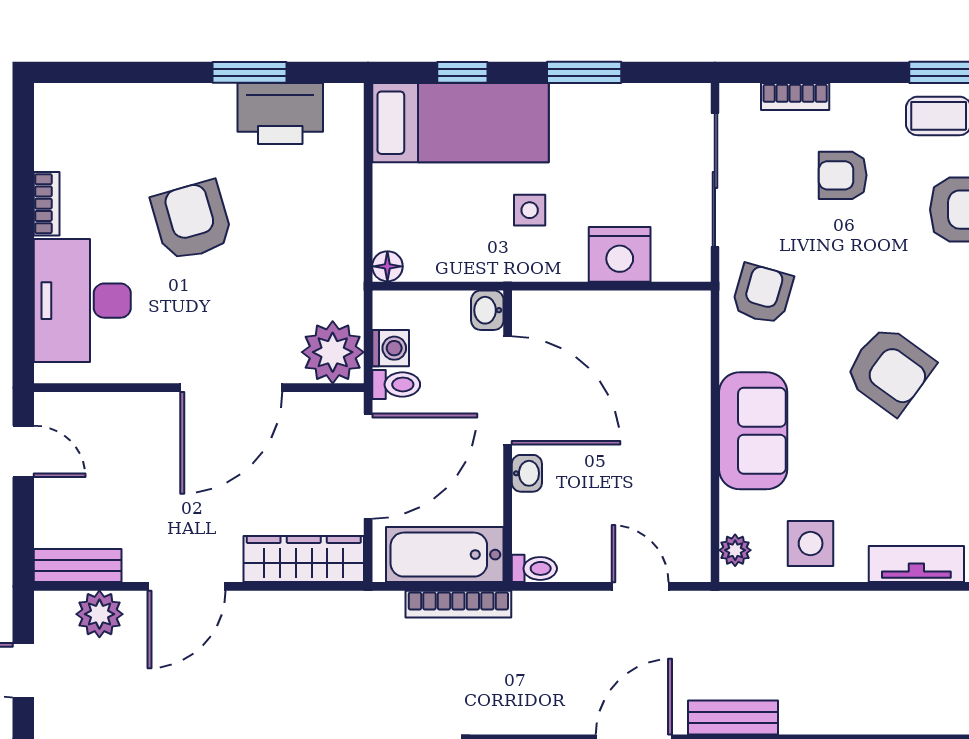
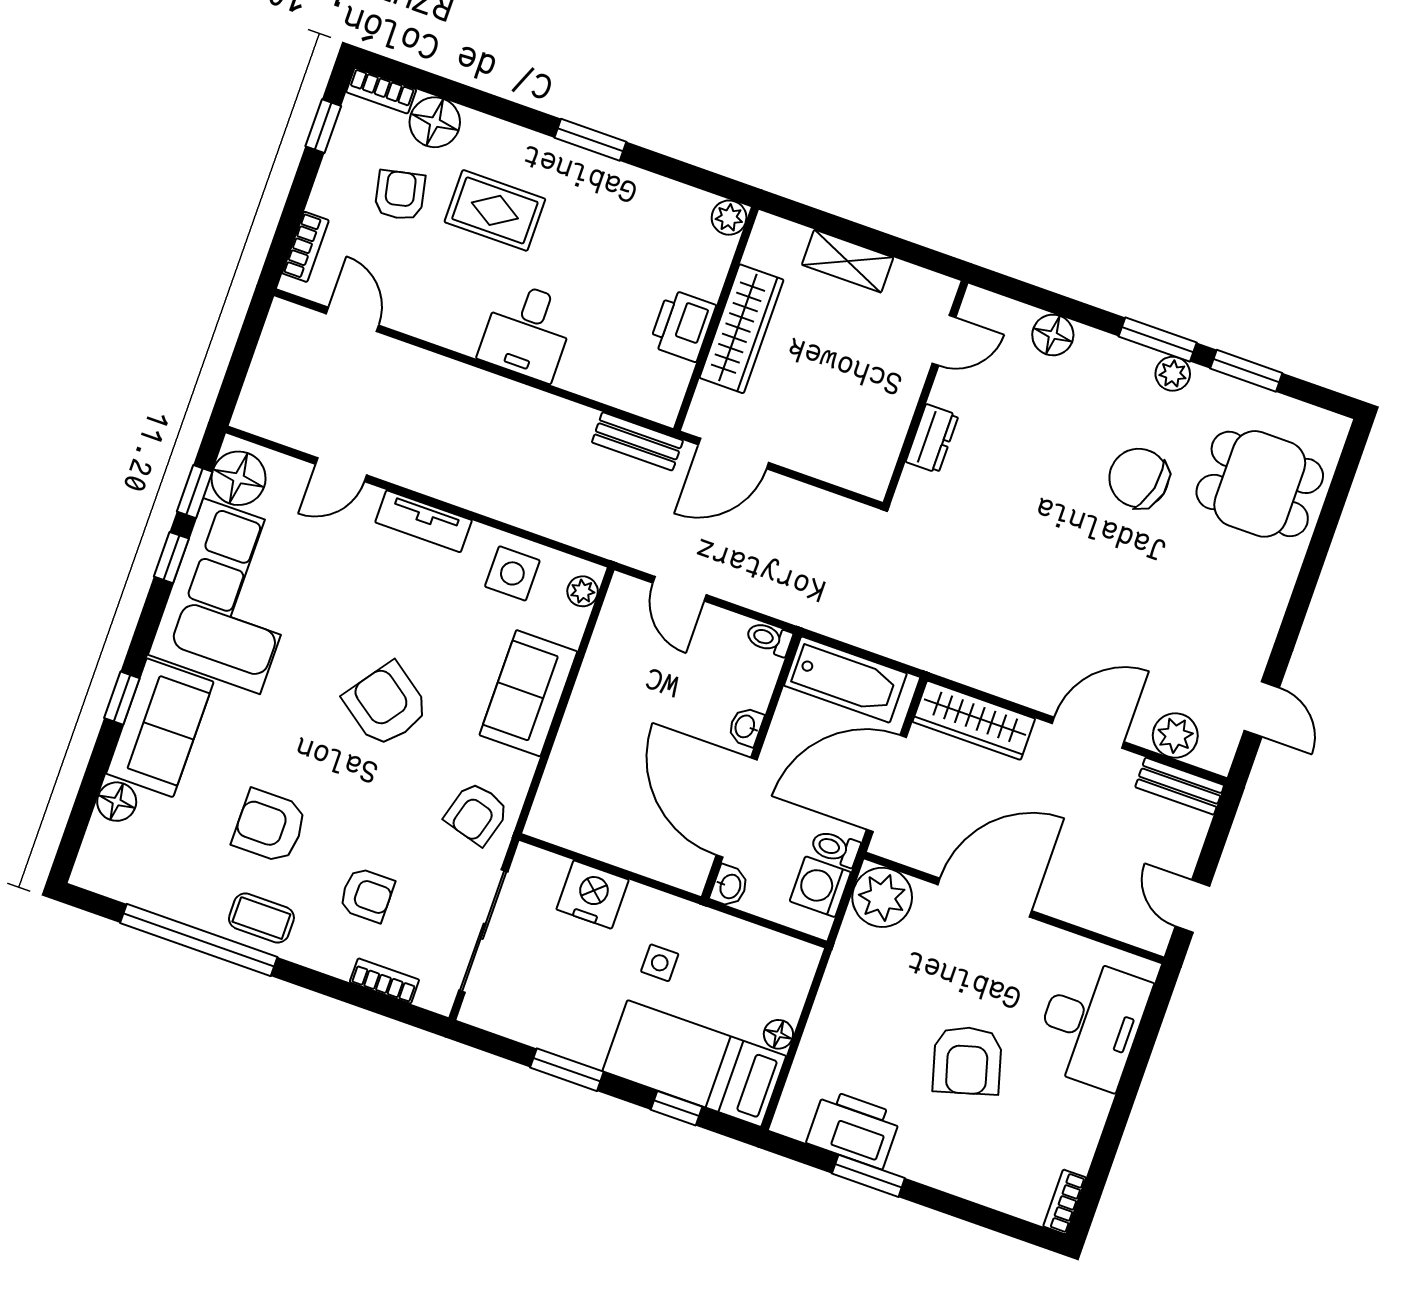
bookcase: (47, 204) -> (1065, 1202), moved
floor lamp: (387, 266) -> (778, 1034), moved
washing machine: (391, 348) -> (820, 887), width x1.38, depth x1.38
bookcase: (458, 604) -> (849, 630), removed

